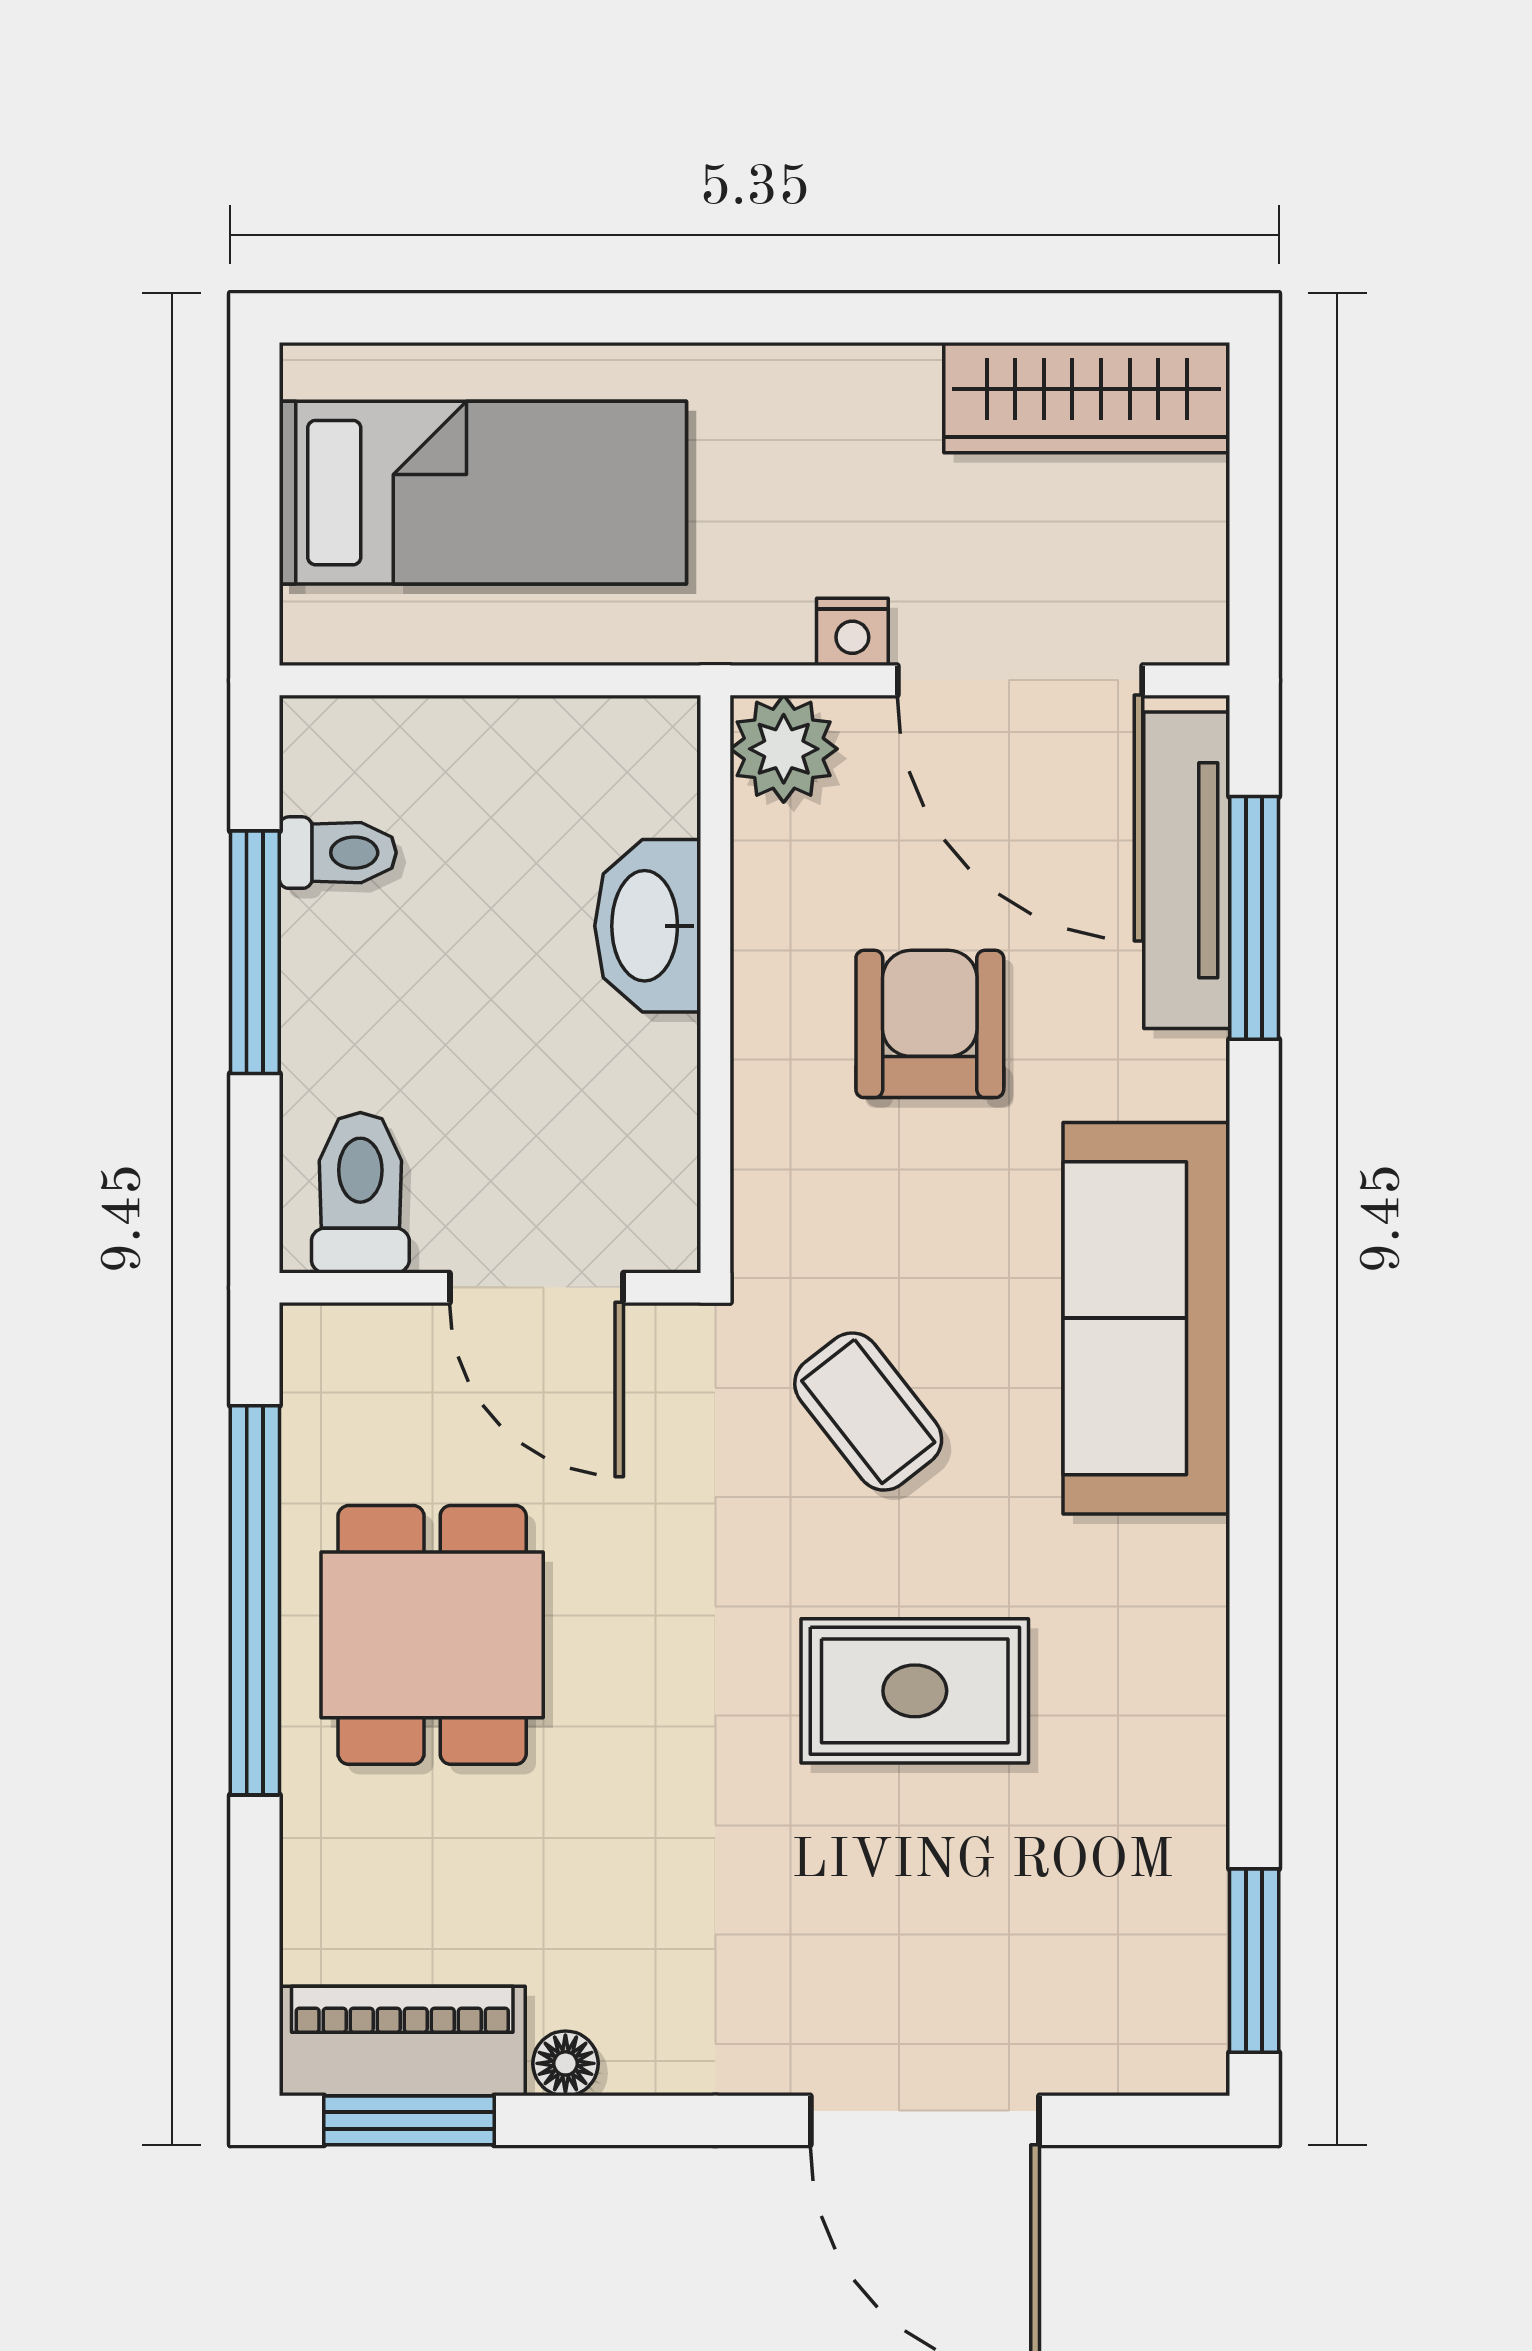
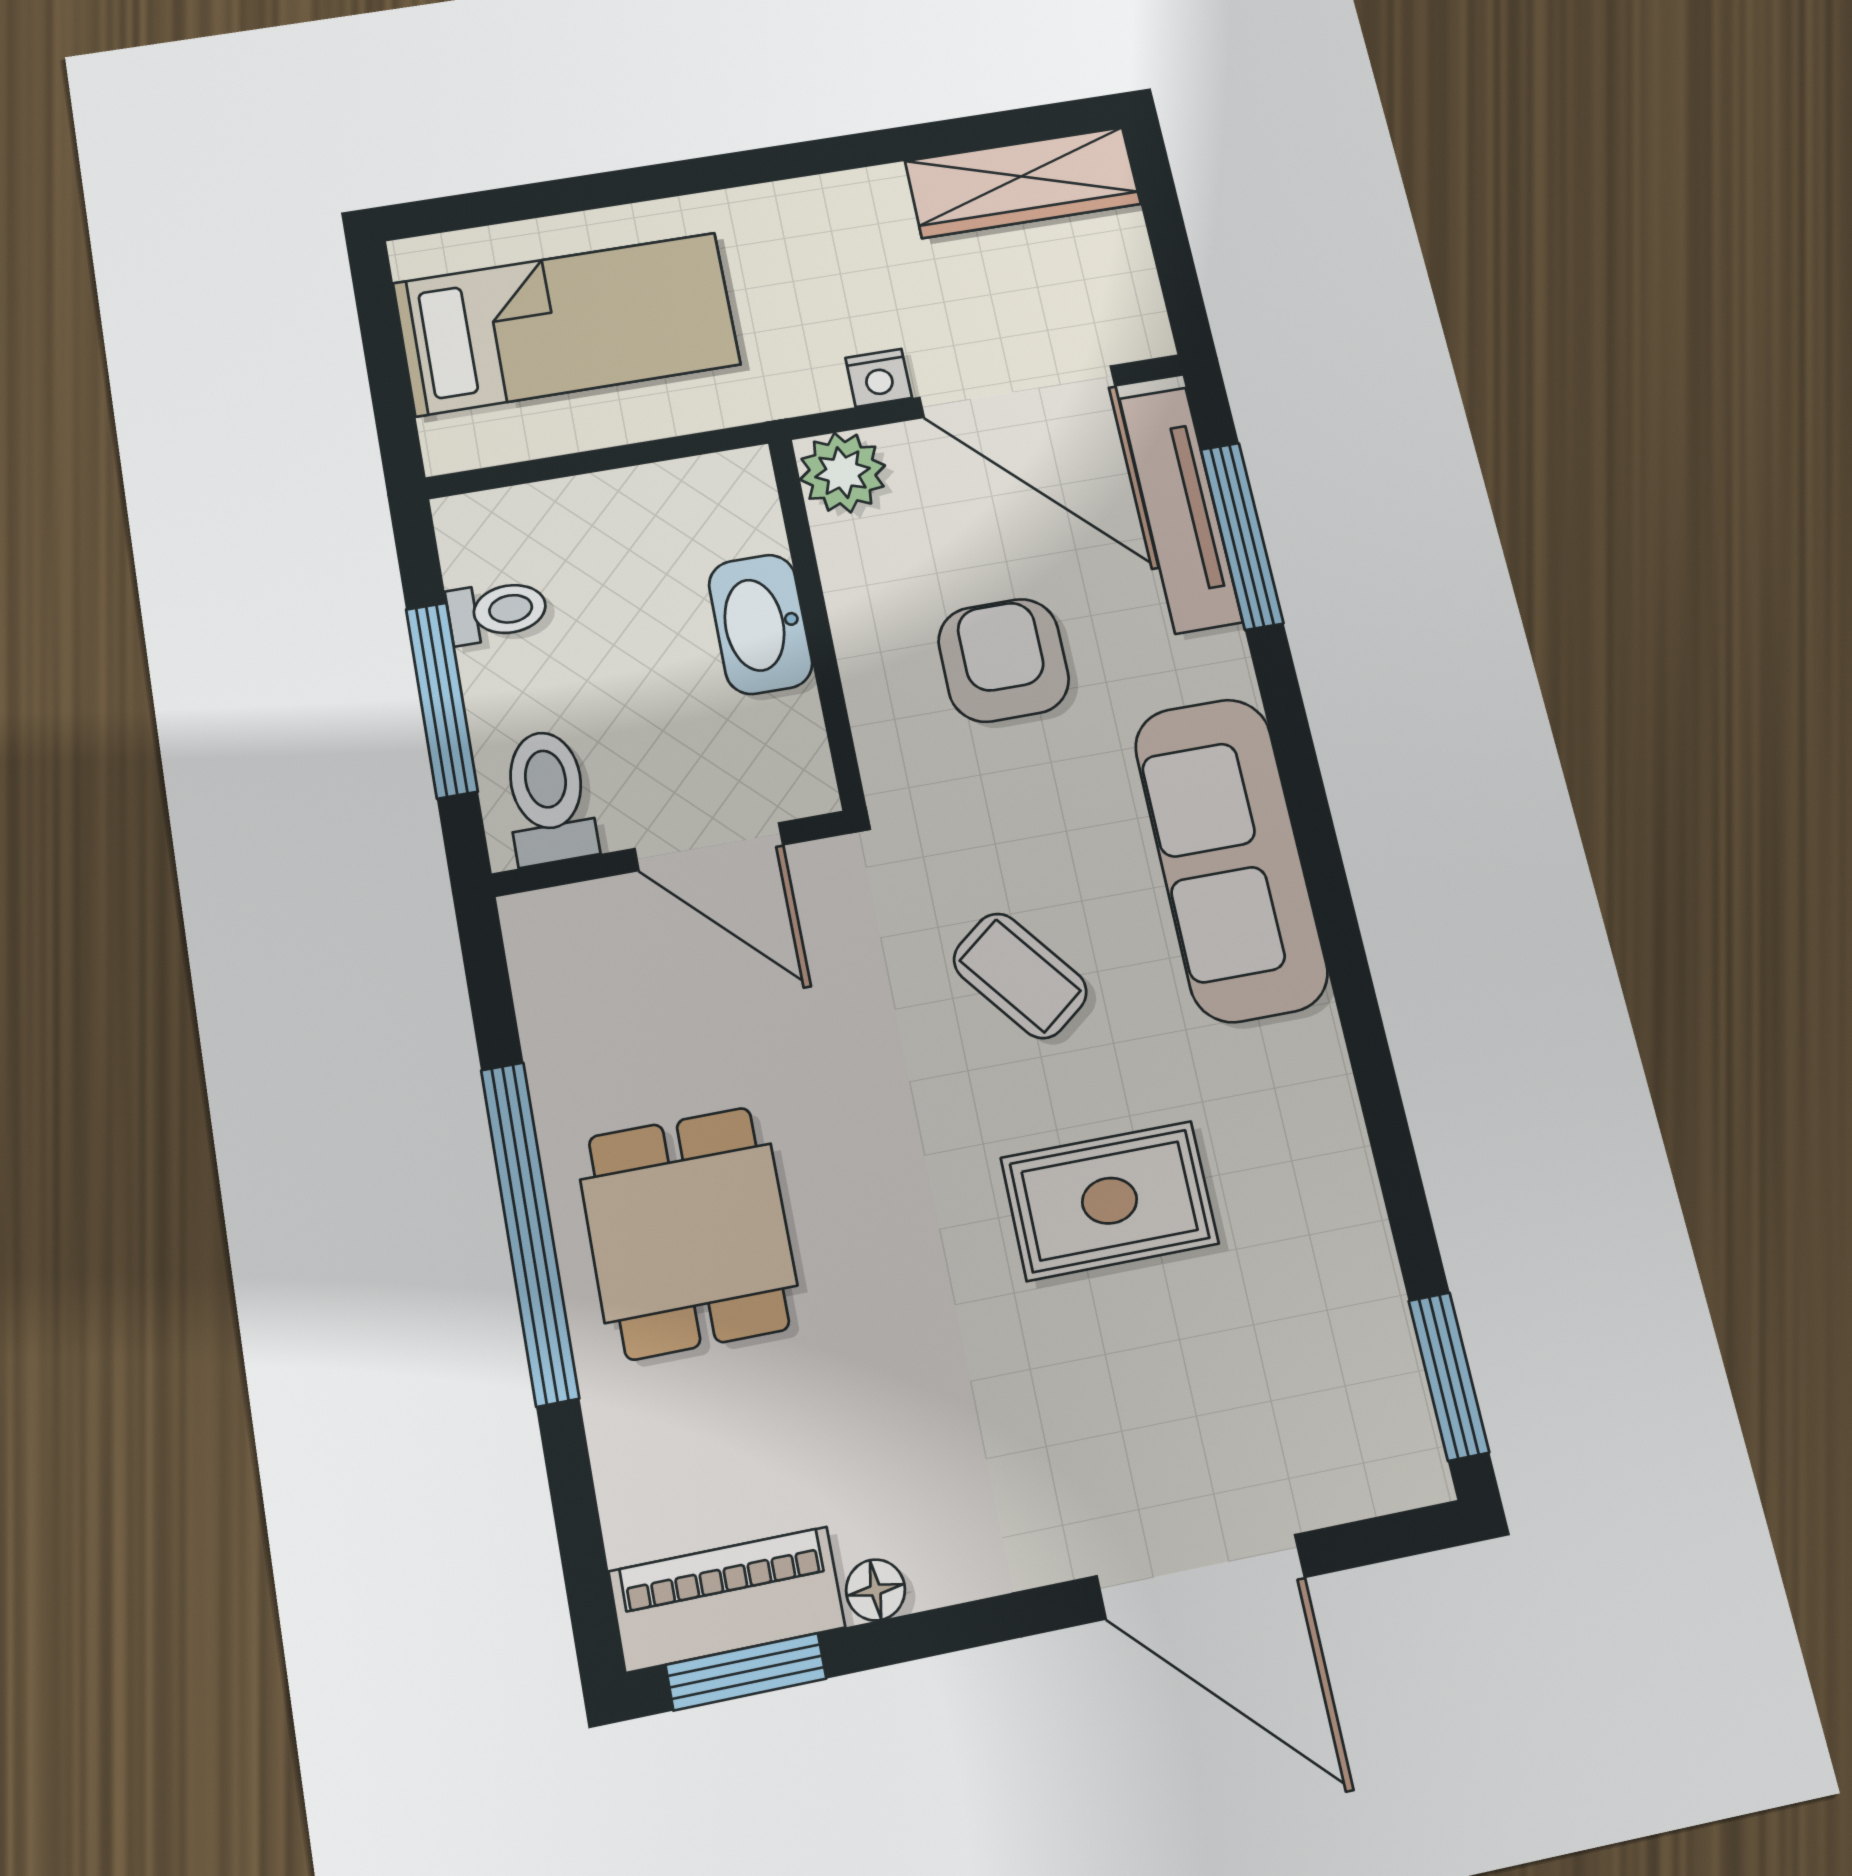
toilet: (360, 1193) -> (549, 797), moved
wall: (490, 1288) -> (670, 854), moved
door: (537, 1288) -> (709, 847), moved

